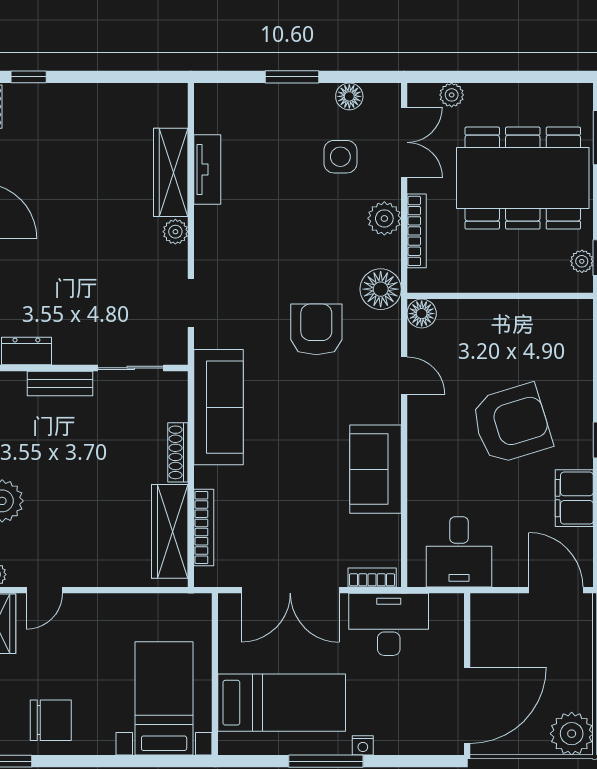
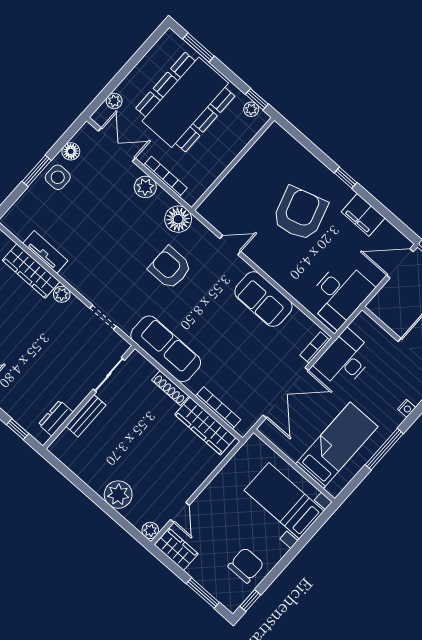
side table: (340, 157) -> (58, 177), moved
floor lamp: (422, 314) -> (208, 210), removed
desk: (459, 552) -> (340, 294), width x1.37
nightstand: (363, 745) -> (407, 408), moved

